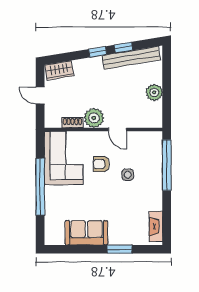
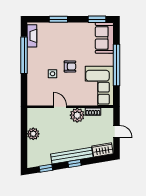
window: (123, 48) -> (46, 168), moved
bench: (131, 58) -> (72, 156), moved
armchair: (101, 164) -> (70, 66), moved
window: (167, 165) -> (24, 55), moved
sofa: (86, 233) -> (104, 38), moved, turned 90
window: (67, 249) -> (97, 19), added

